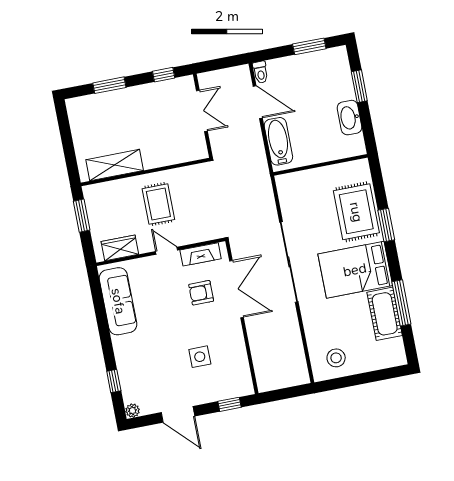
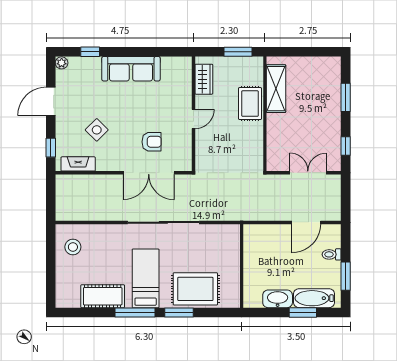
toilet: (260, 72) -> (332, 254), moved
double door: (202, 111) -> (308, 173), swing flipped
bathtub: (278, 141) -> (314, 298), moved, turned 180
rug: (158, 204) -> (250, 104), moved, turned 90
fireplace: (201, 254) -> (78, 164), moved, turned 90
bed: (355, 270) -> (146, 278), width x0.67
armchair: (201, 293) -> (152, 142), turned 90
sofa: (118, 301) -> (131, 69), moved
window: (401, 303) -> (135, 312), moved
side table: (200, 357) -> (97, 130), turned 45

